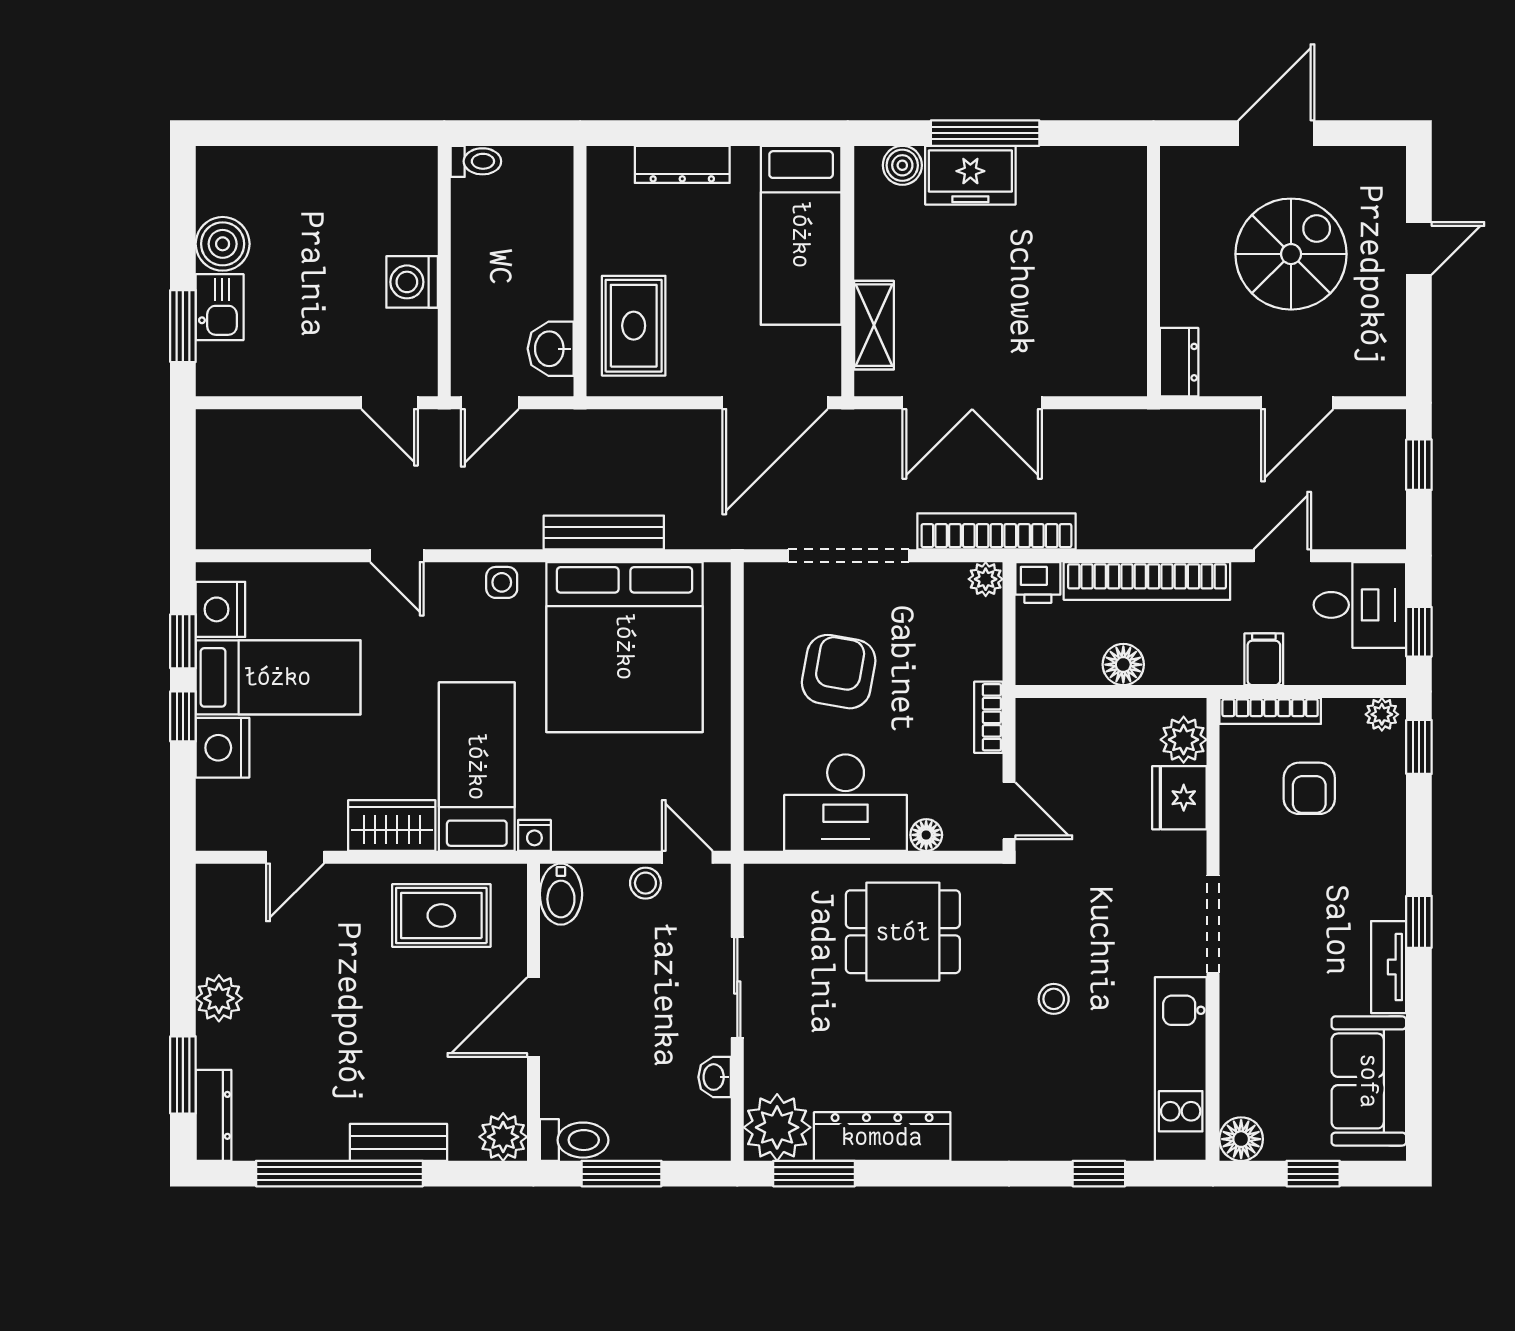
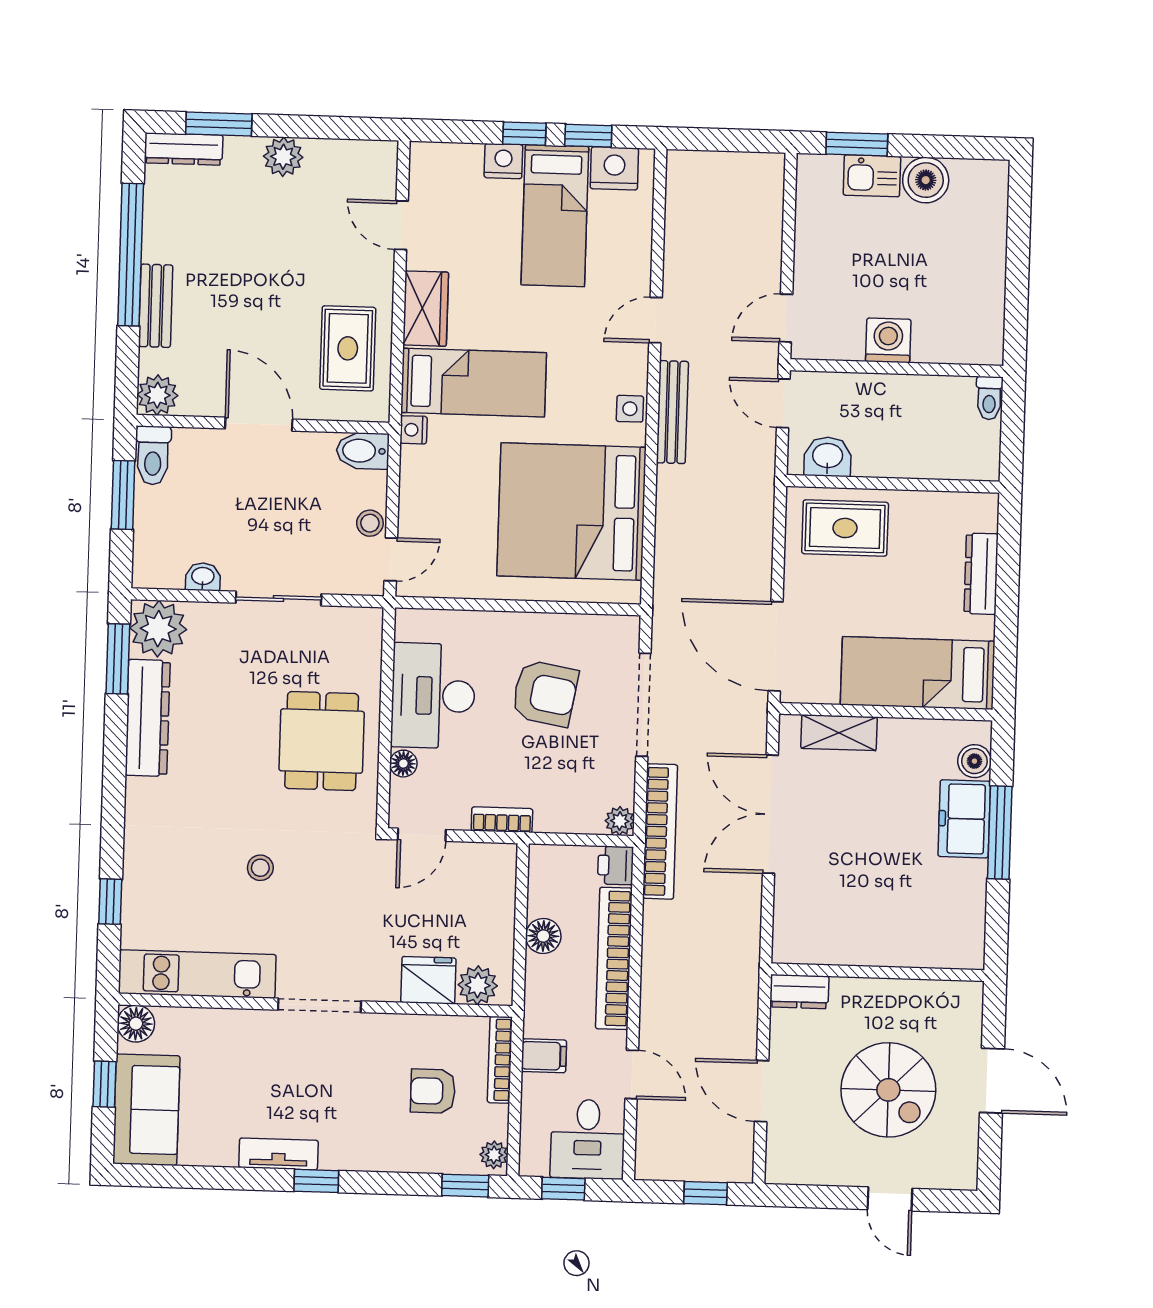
bench: (604, 532) -> (672, 412), moved
nightstand: (223, 748) -> (503, 161), width x0.74, depth x0.75
sofa: (1369, 1081) -> (146, 1110), moved, turned 90

